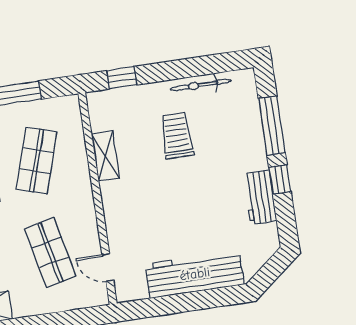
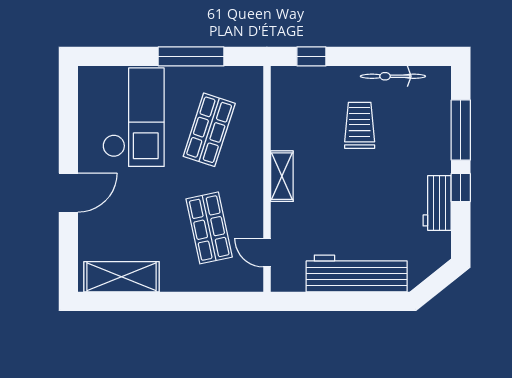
shelving: (105, 156) -> (282, 176), moved

